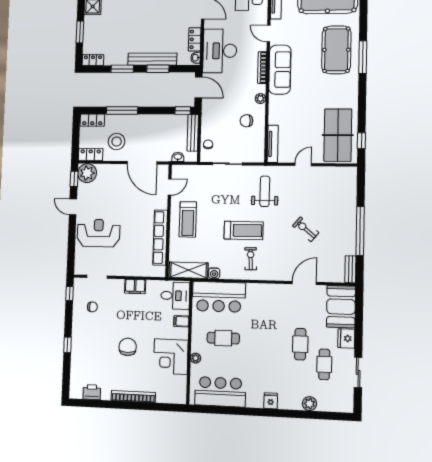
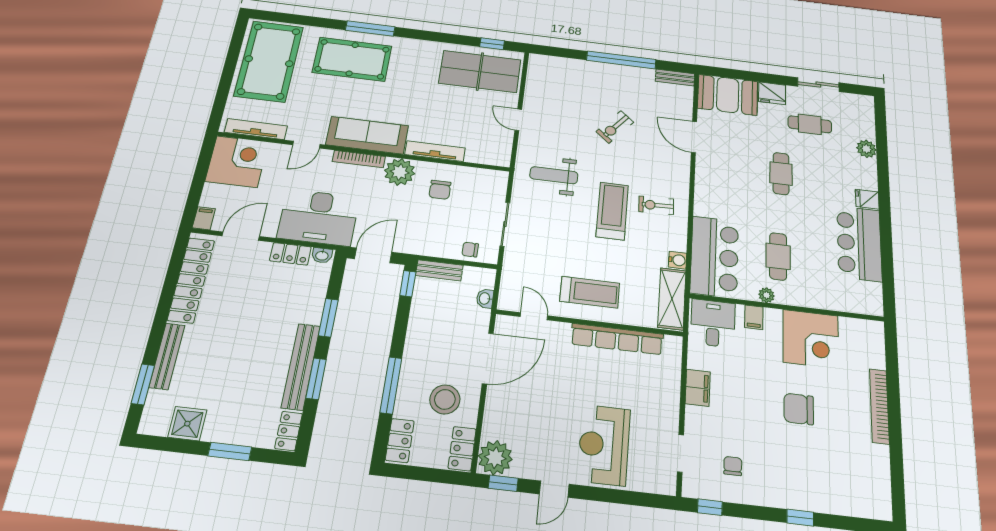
bench: (152, 59) -> (301, 366), moved
plant: (260, 99) -> (400, 172), width x1.88, depth x1.88
bench: (193, 133) -> (439, 270), width x0.73
tv unit: (273, 144) -> (435, 151), moved
cafe table: (300, 344) -> (781, 174), moved, turned 90
plant: (196, 358) -> (767, 295), moved
printer: (92, 392) -> (879, 478), removed
bar counter: (220, 392) -> (859, 243), moved

